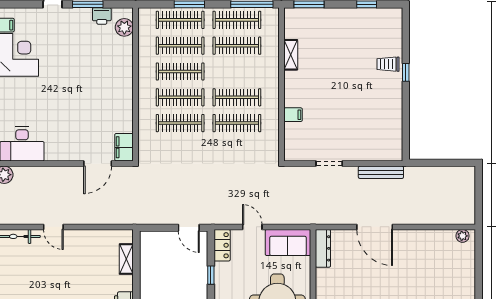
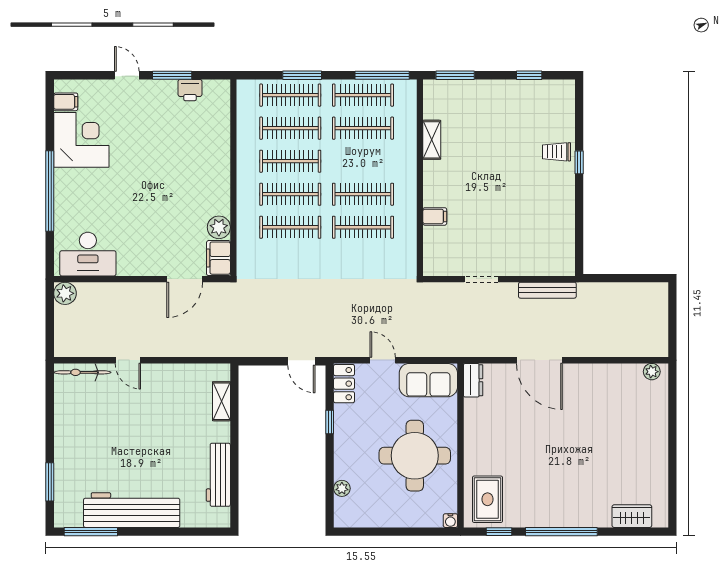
plant: (124, 27) -> (219, 227), moved
dresser: (323, 248) -> (473, 380), width x0.70

